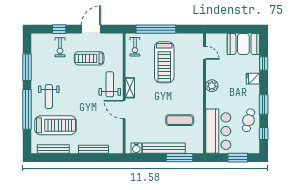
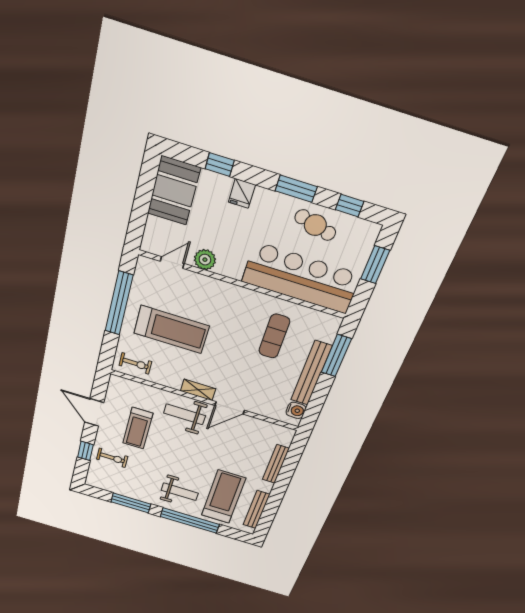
window: (156, 29) -> (119, 303), moved
plant: (212, 86) -> (205, 260), moved
bar counter: (218, 131) -> (301, 278), width x1.36

